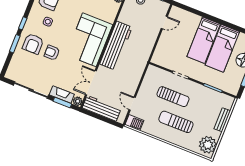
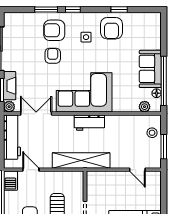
workbench: (116, 46) -> (89, 123), width x0.53, depth x0.76
shelving: (140, 63) -> (81, 160), added
door: (132, 104) -> (31, 170), hinge flipped

